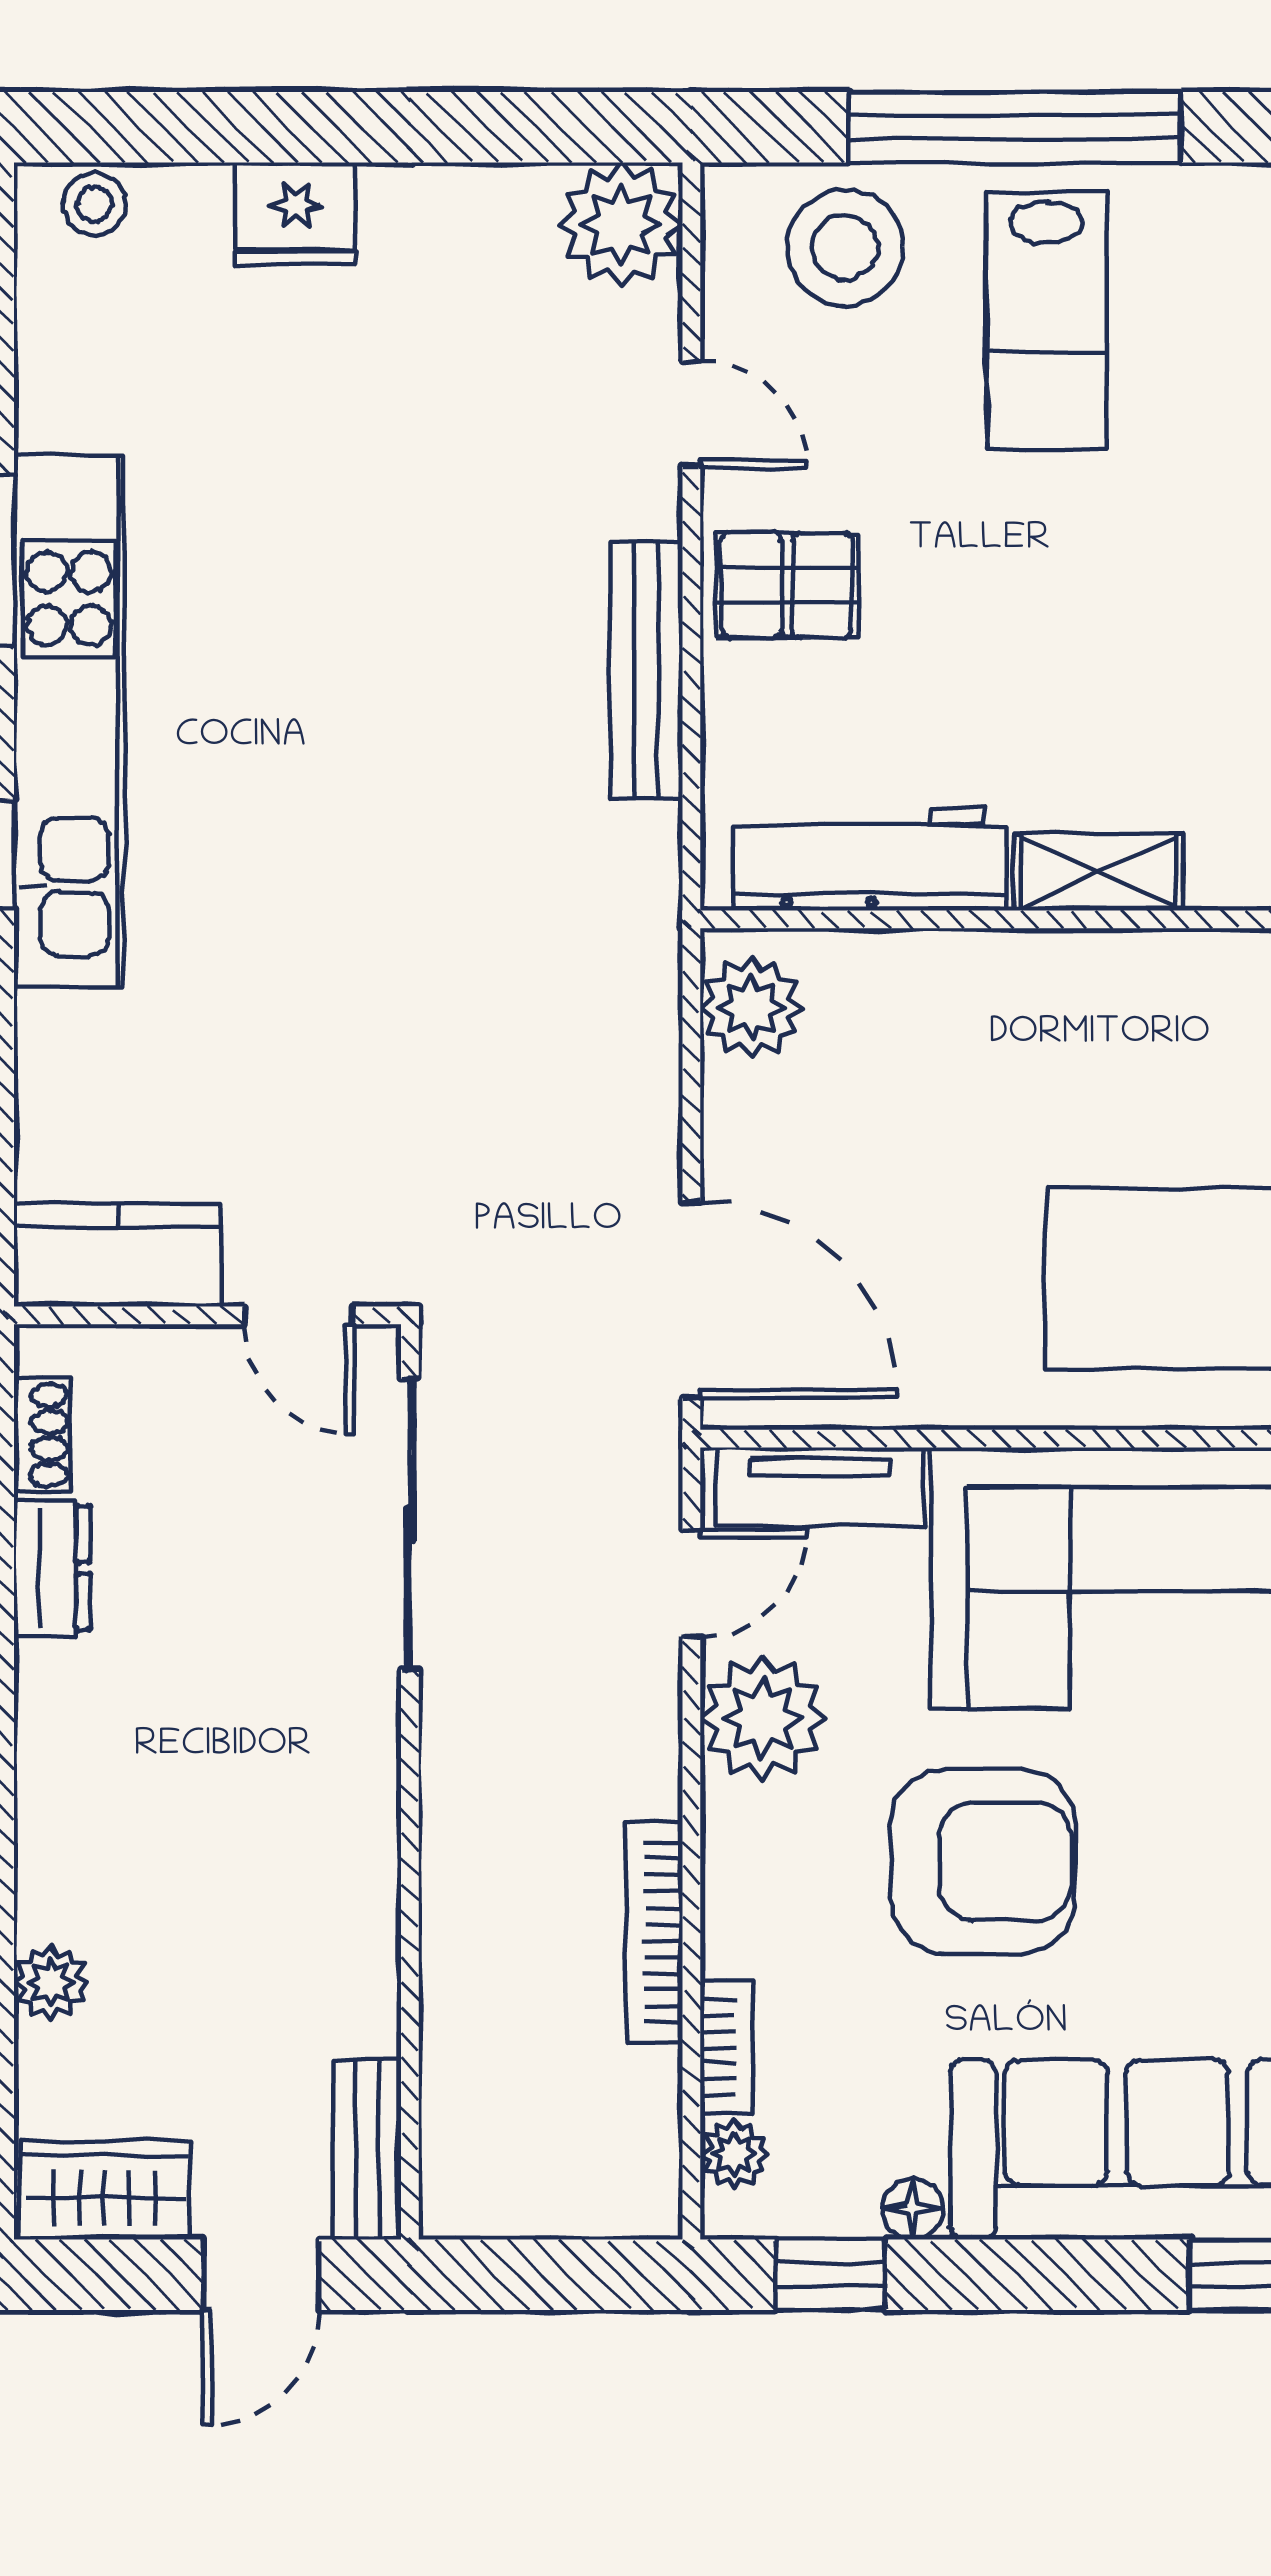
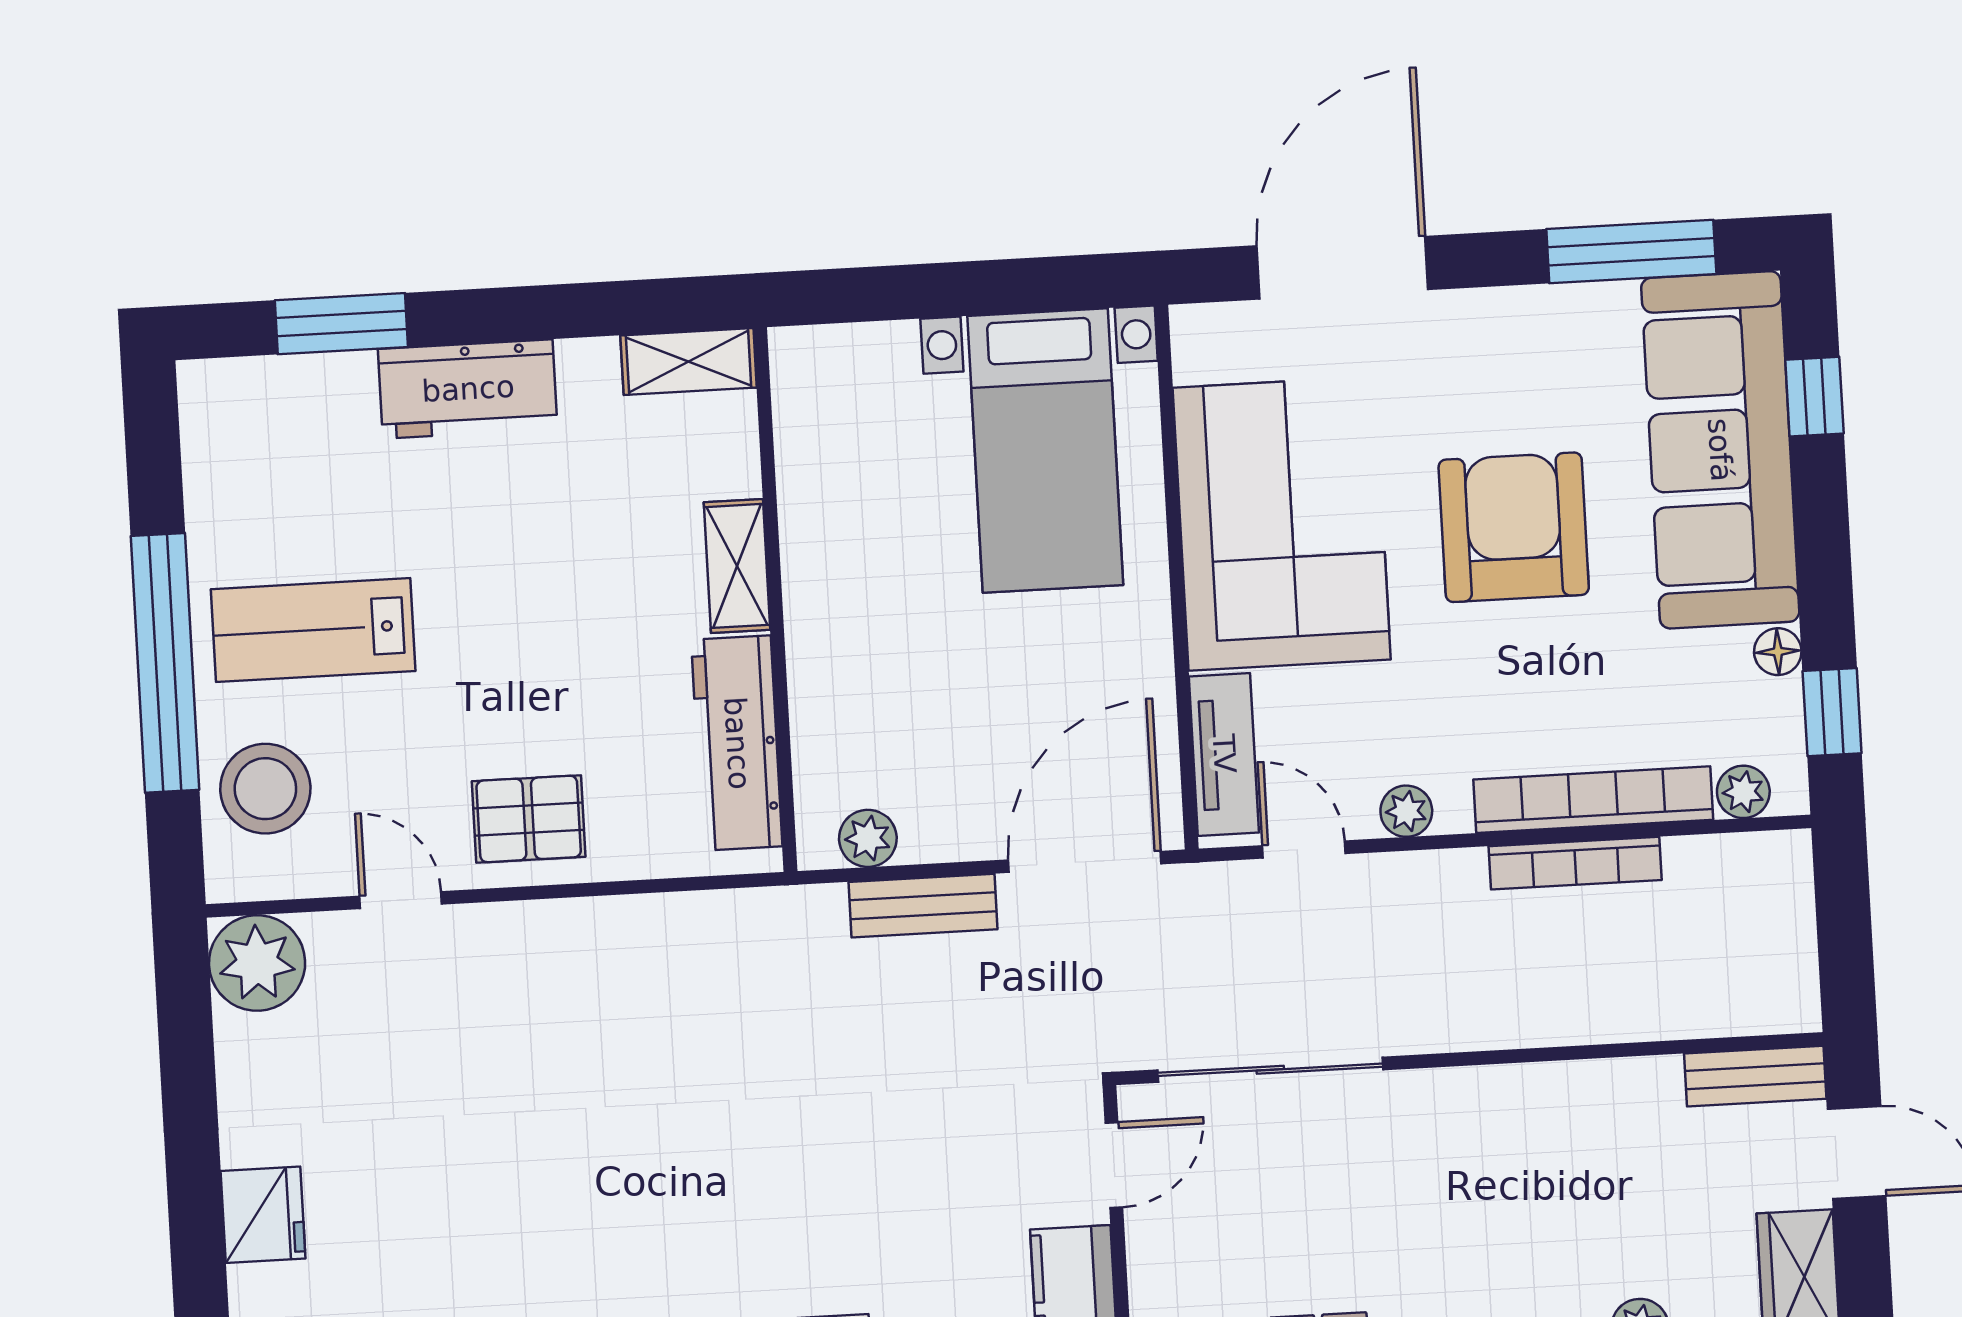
lab bench: (1046, 321) -> (313, 630), turned 180
door: (691, 414) -> (401, 900), hinge flipped
pallet: (787, 585) -> (529, 819), turned 90
bench: (647, 671) -> (923, 906), moved, width x0.73
plant: (751, 1008) -> (868, 838), width x0.73, depth x0.73
plant: (763, 1718) -> (1406, 811), width x0.53, depth x0.53
armchair: (983, 1861) -> (1514, 527), moved
bookcase: (727, 2047) -> (1593, 800), width x2.31, depth x1.31

